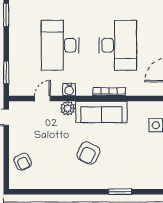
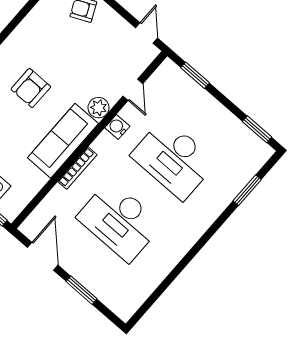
desk: (60, 45) -> (174, 159), turned 180
armchair: (88, 153) -> (31, 88), turned -115

